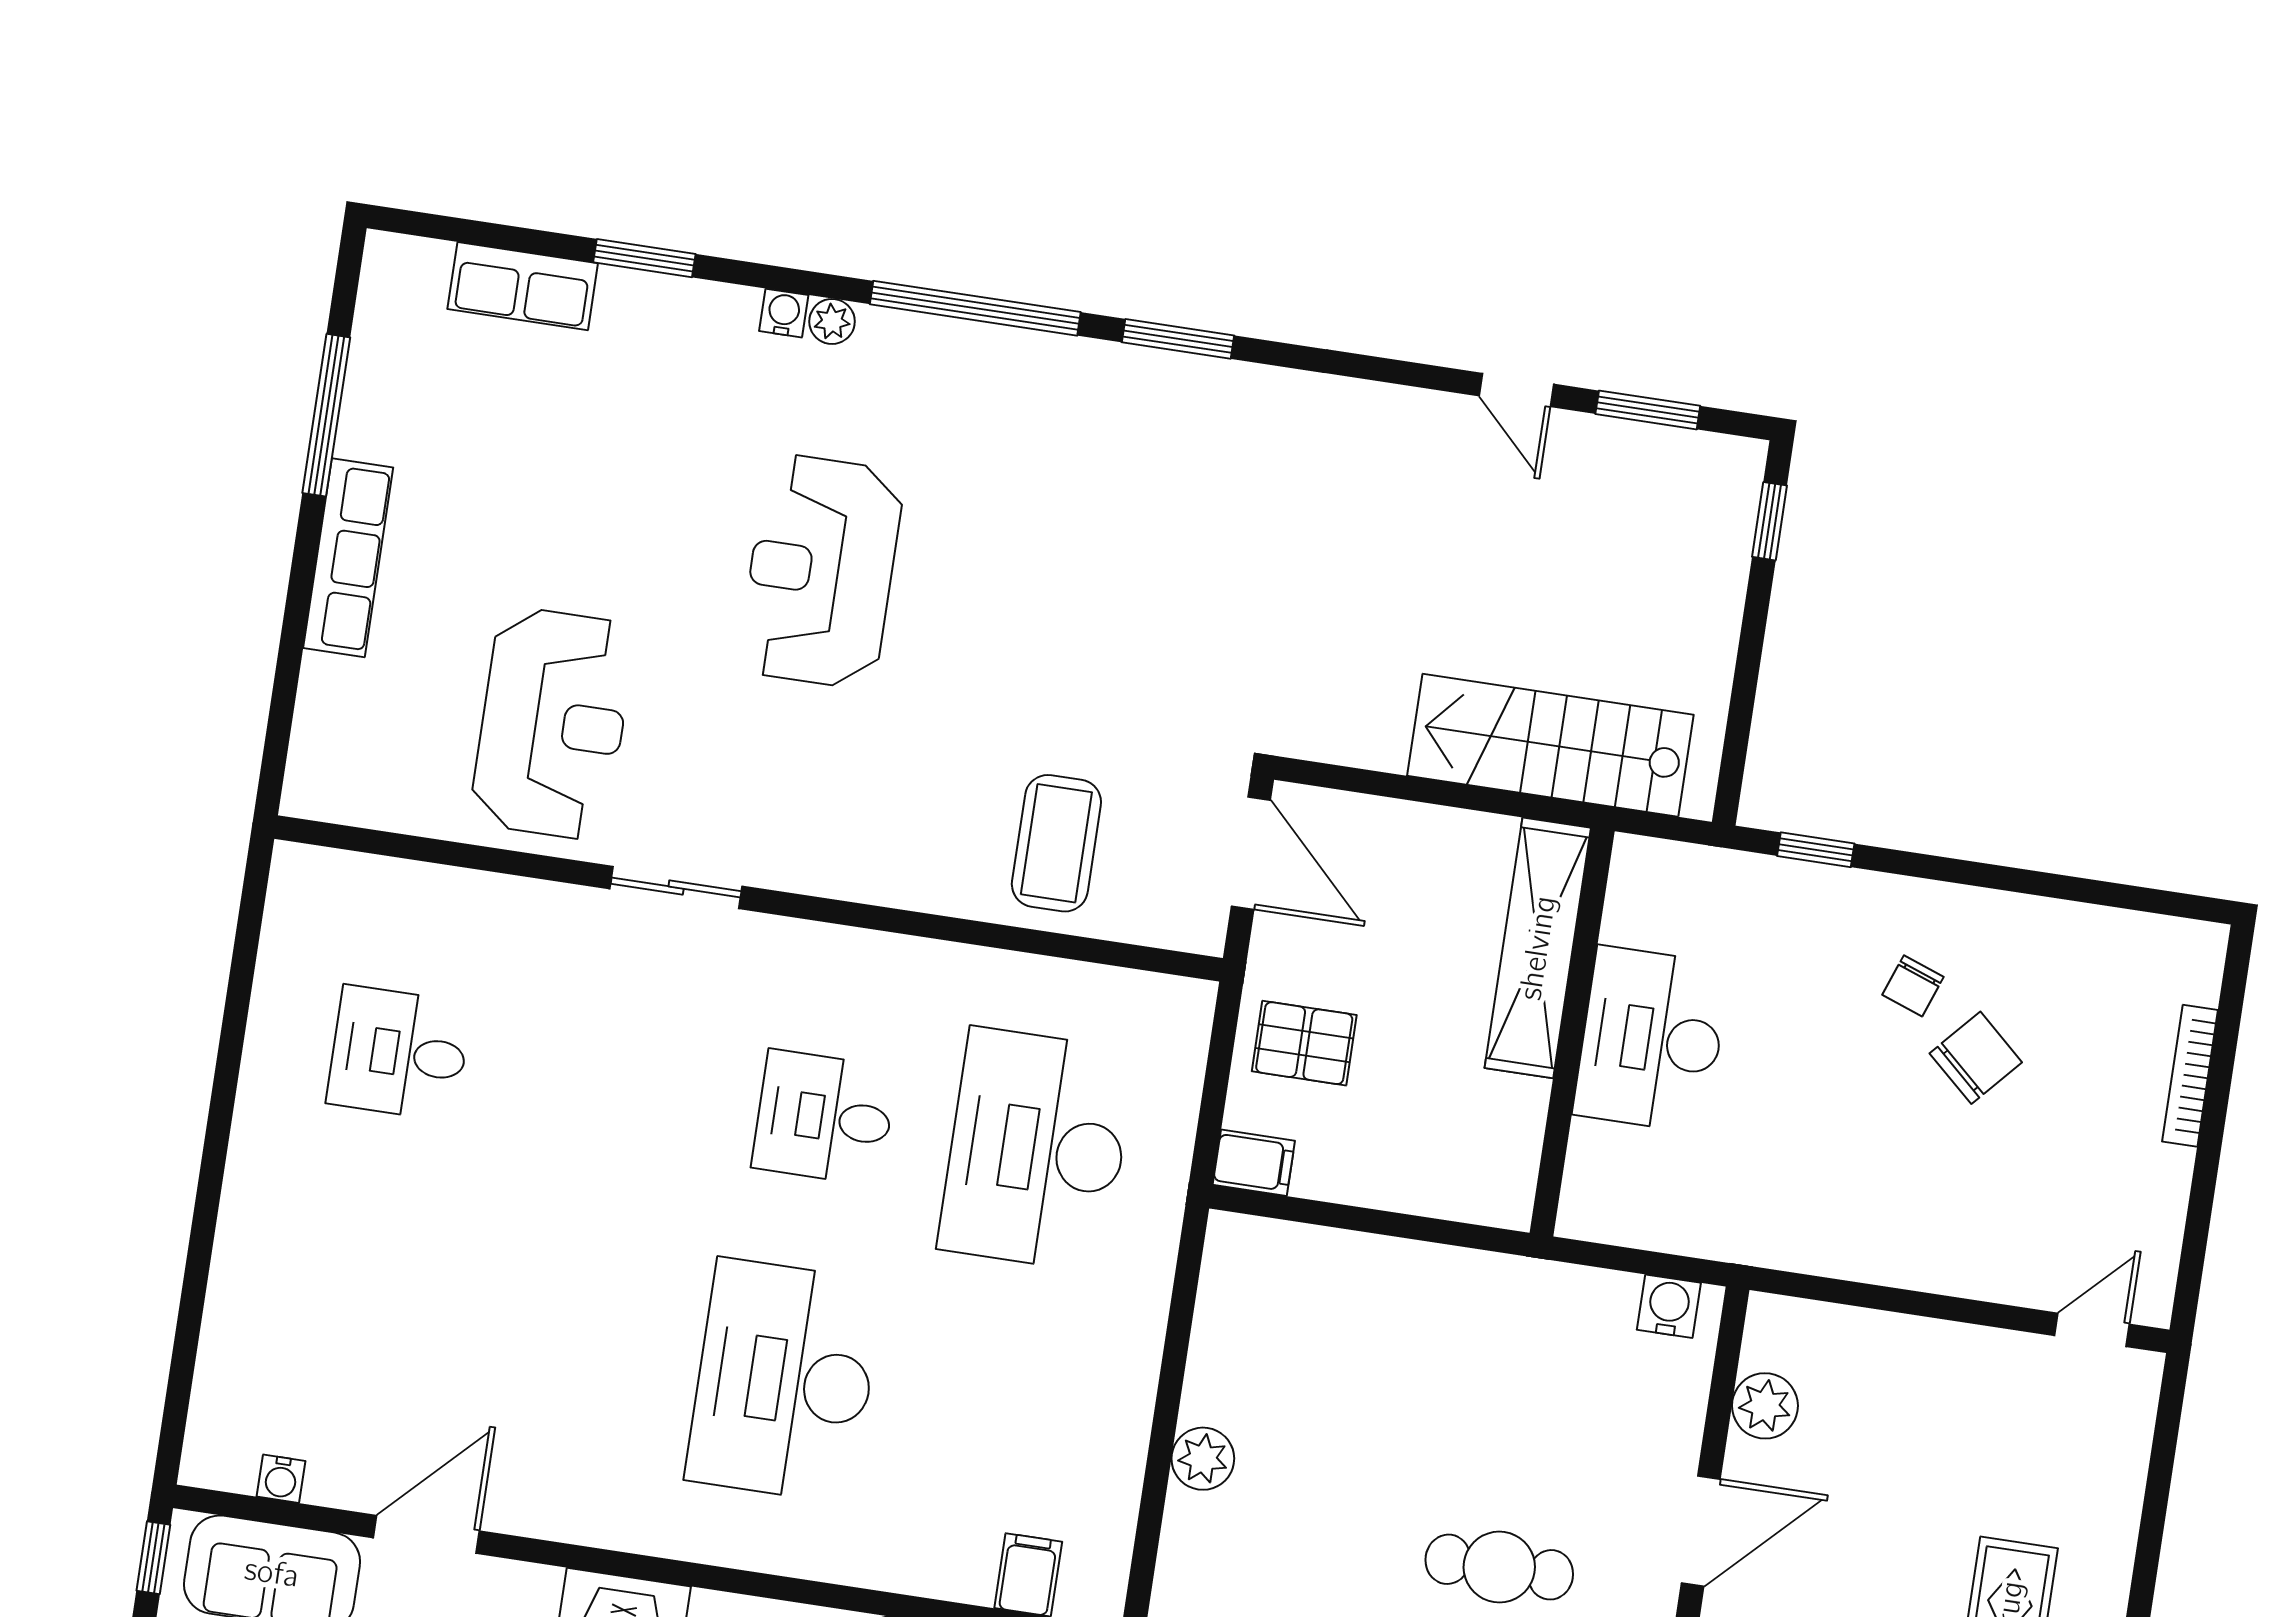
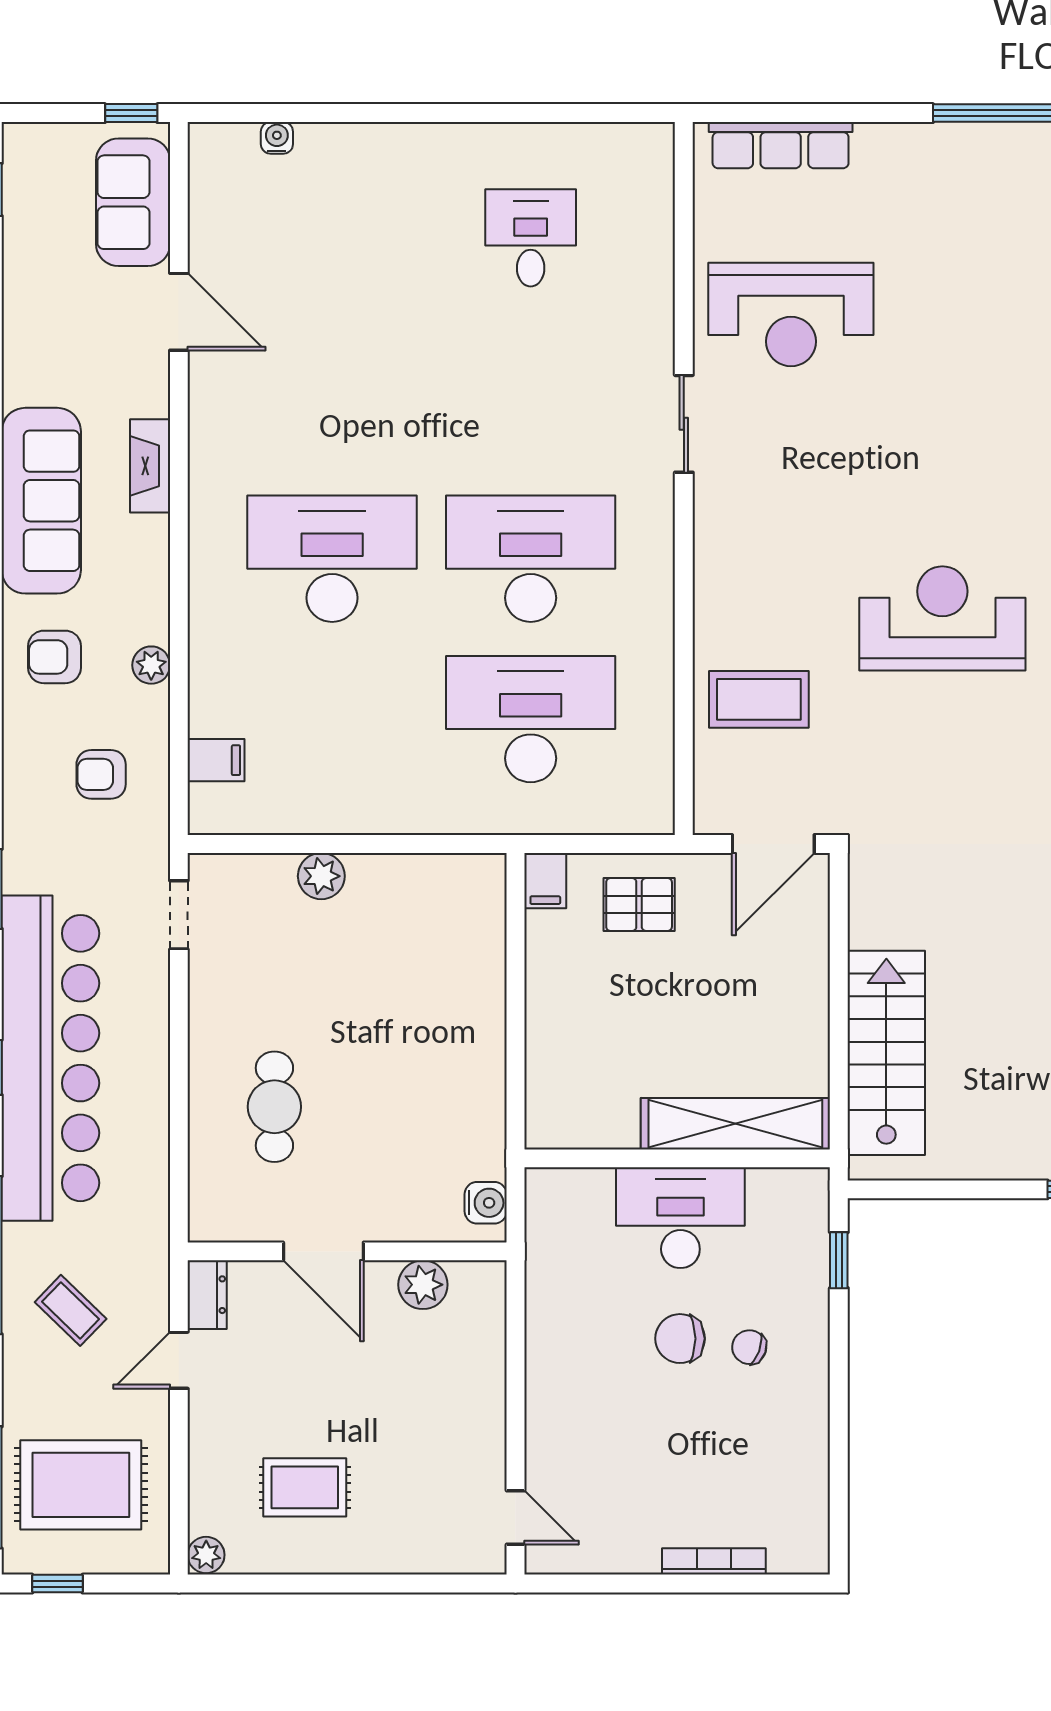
row of seats: (348, 558) -> (781, 145), moved
reception desk: (821, 571) -> (942, 618), moved
shelving: (1538, 948) -> (735, 1124), moved
wall: (1572, 1032) -> (677, 1158), moved
desk: (1651, 1040) -> (680, 1218), moved
pallet: (1304, 1043) -> (639, 904), turned 90
chair: (1976, 1058) -> (680, 1339), moved, turned 138
desk: (824, 1118) -> (531, 559), width x1.87, depth x1.30
water cooler: (281, 1479) -> (277, 138), moved, turned 90

